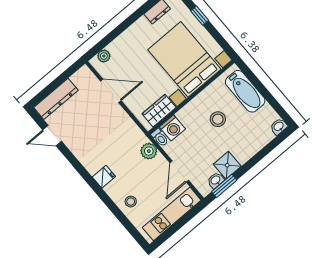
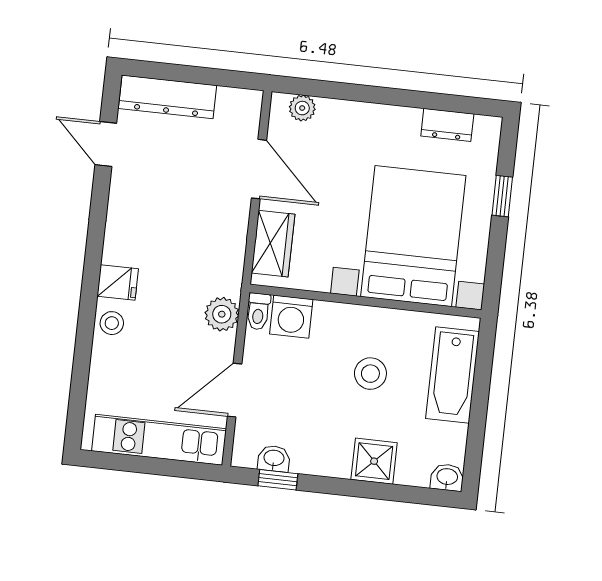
wardrobe: (159, 111) -> (273, 244), moved, turned 90
shower: (227, 165) -> (374, 461), moved
window: (224, 186) -> (278, 480), width x0.67
stool: (131, 202) -> (112, 323), moved

